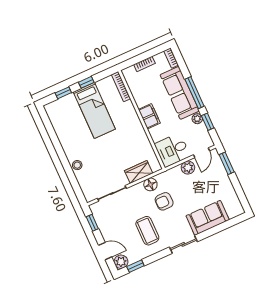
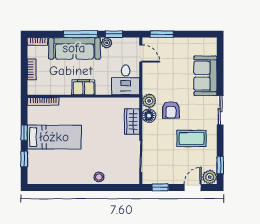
plant: (188, 168) -> (149, 101), moved

